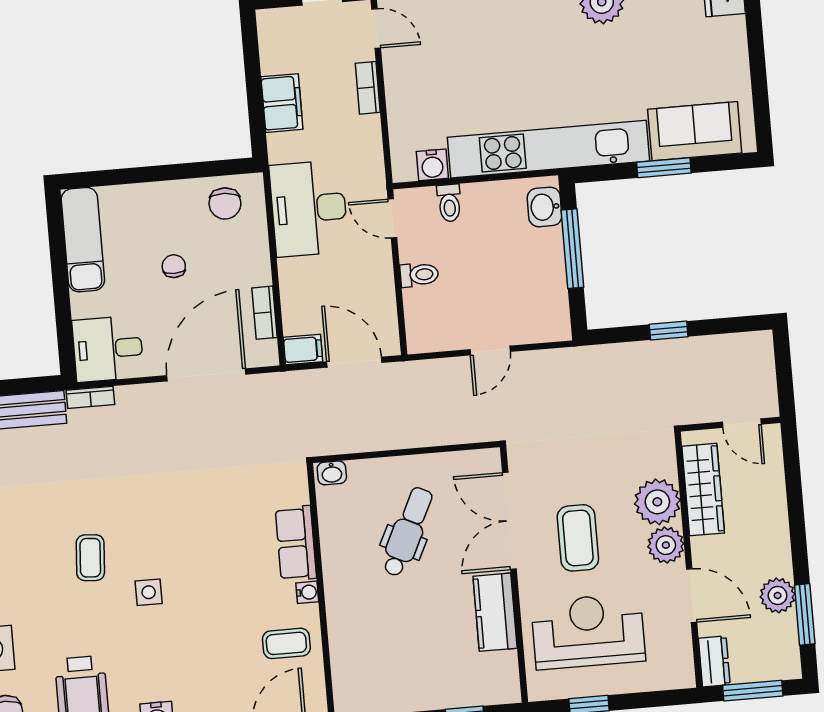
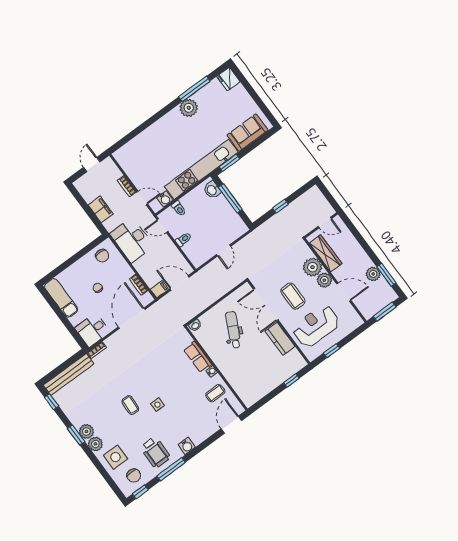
door: (376, 28) -> (142, 198), moved
window: (664, 168) -> (229, 163), moved
dresser: (714, 661) -> (365, 310), removed

